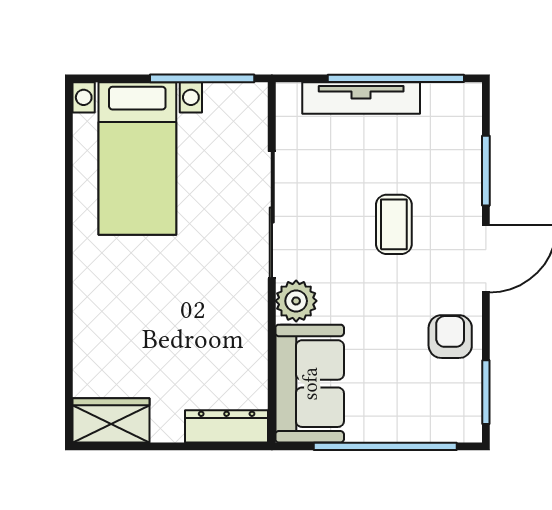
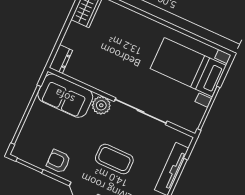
coffee table: (394, 224) -> (114, 159), width x1.36, depth x1.30
armchair: (450, 337) -> (58, 161), turned 180
dresser: (227, 426) -> (61, 59), width x0.70

